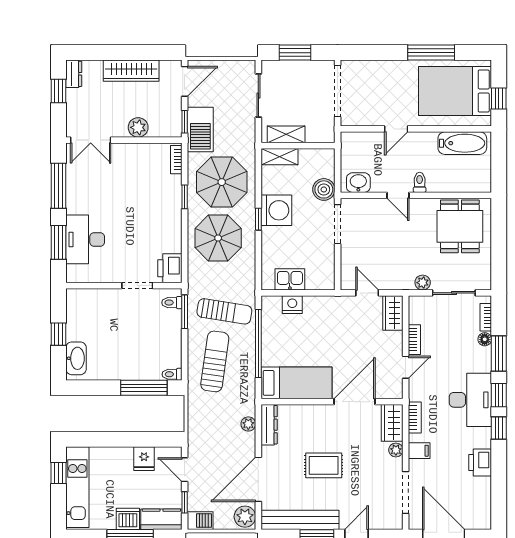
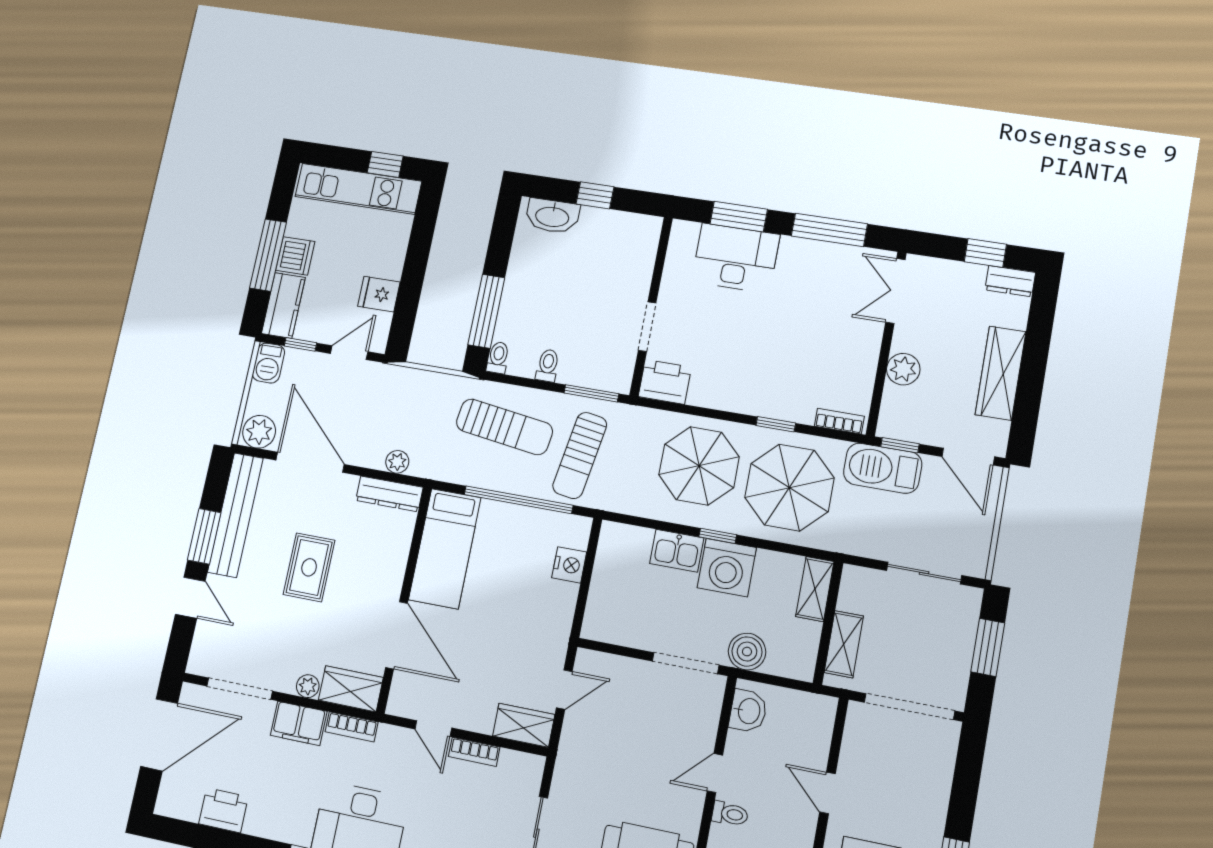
shelving: (286, 134) -> (844, 644), moved
kitchen sink: (290, 279) -> (677, 551), moved, turned 90
plant: (423, 283) -> (563, 784), removed
toilet: (172, 303) -> (548, 365), moved
filing cabinet: (419, 451) -> (299, 723), width x2.00
printer: (480, 462) -> (223, 810), moved

